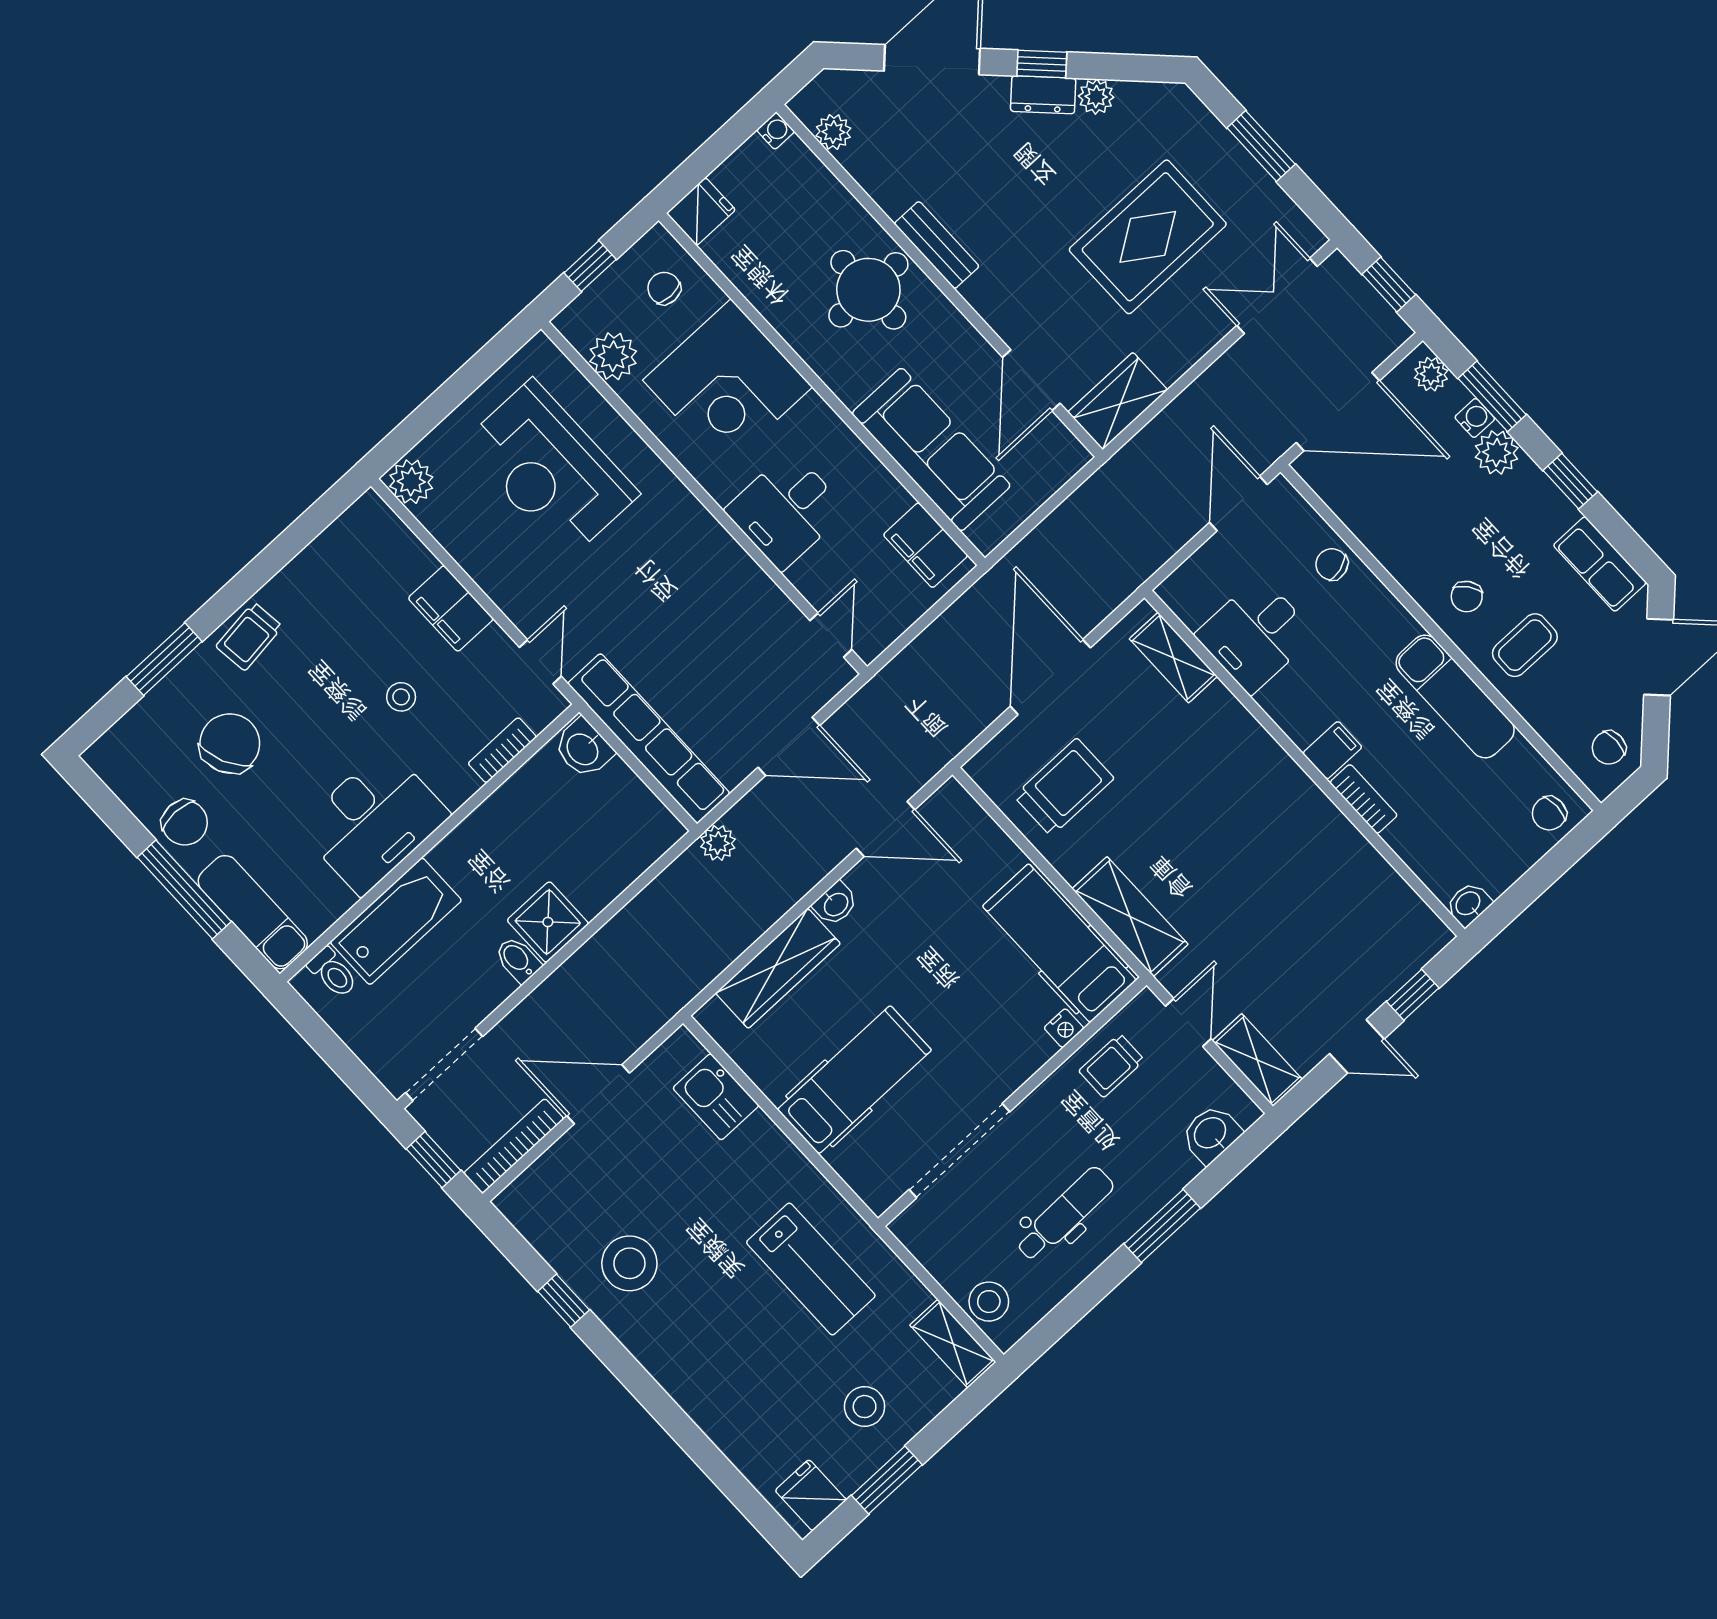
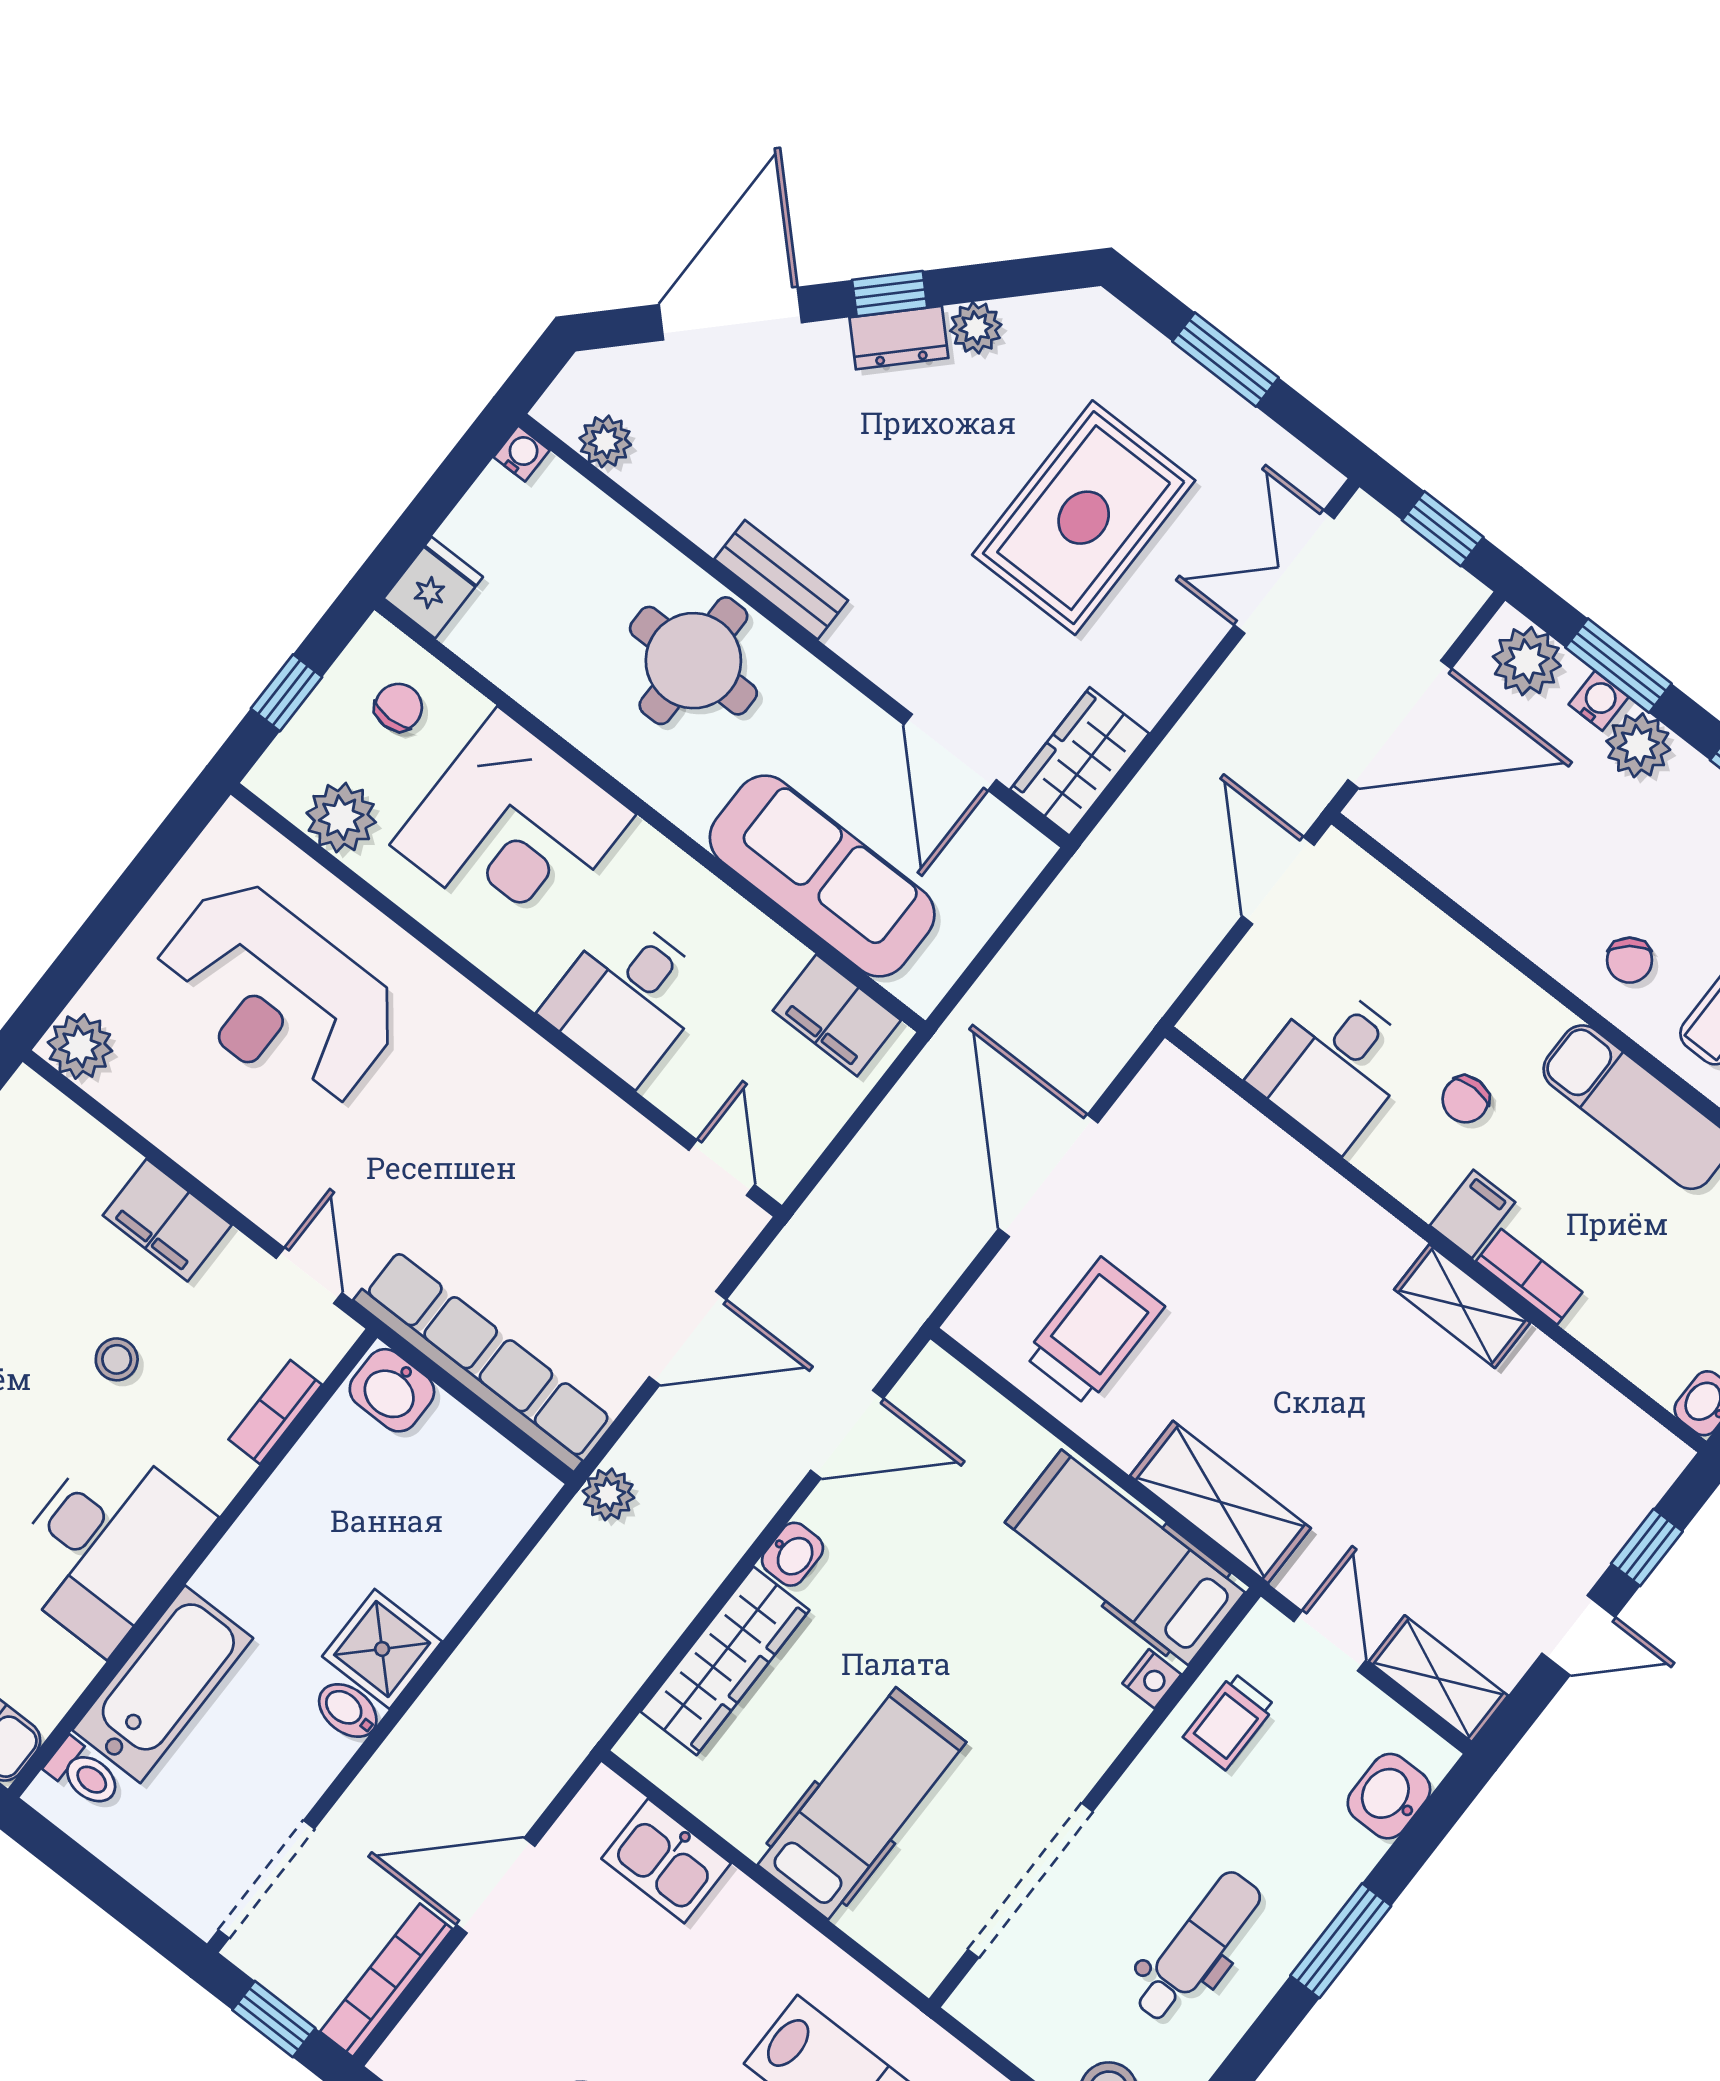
chair: (664, 288) -> (398, 707), turned 90
plant: (1431, 374) -> (1527, 661), width x1.38, depth x1.38
chair: (1332, 564) -> (1465, 1099), moved, turned -74
shelving: (1173, 658) -> (1462, 1306), moved

